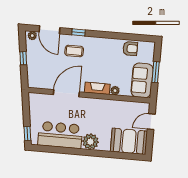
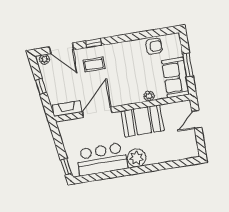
fireplace: (97, 88) -> (67, 109), moved
booth: (129, 141) -> (142, 121), moved

